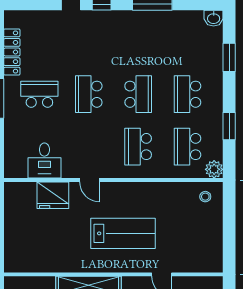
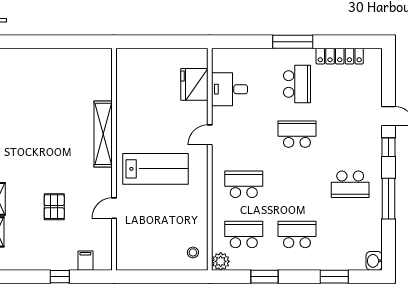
school desk: (138, 94) -> (350, 184), moved
fridge: (53, 195) -> (194, 84), moved
lab bench: (123, 233) -> (156, 169), turned -90

